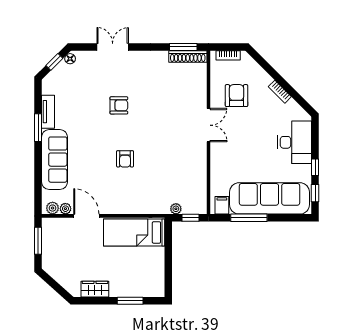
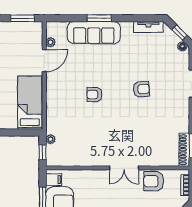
armchair: (237, 96) -> (154, 181), moved, turned 180
armchair: (119, 105) -> (141, 89), turned -95
tv unit: (48, 112) -> (148, 27), moved
window: (38, 128) -> (99, 18), moved
plant: (53, 208) -> (51, 31), removed

